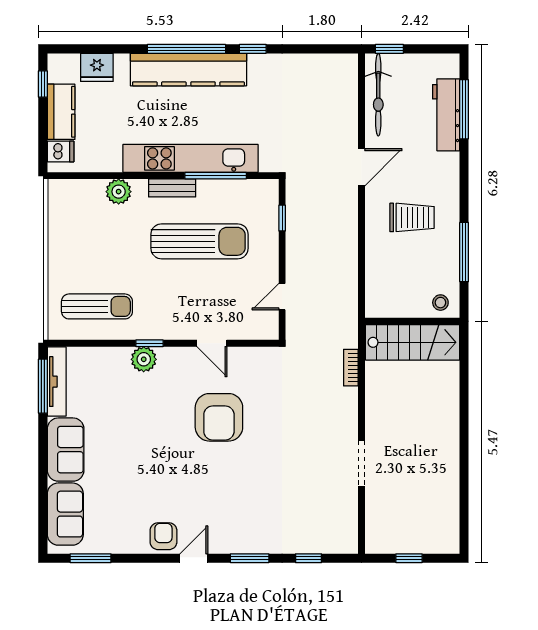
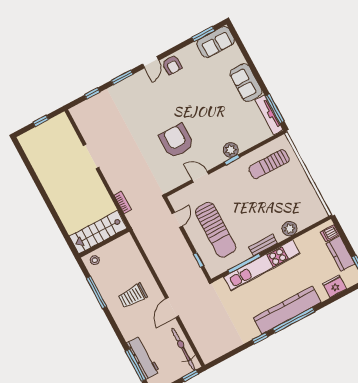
sun lounger: (200, 241) -> (216, 230), moved, turned -90
sofa: (65, 514) -> (216, 42), moved, turned -90

